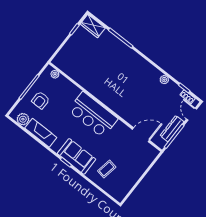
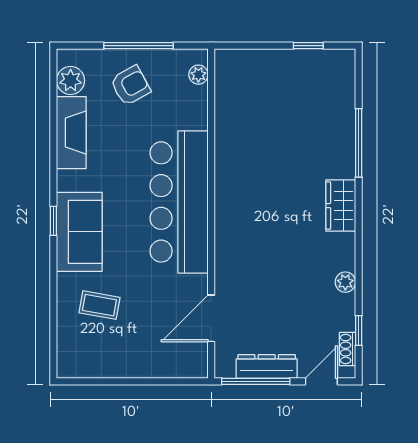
wardrobe: (93, 26) -> (341, 206), moved
armchair: (41, 100) -> (130, 86), turned 151
bar counter: (93, 115) -> (179, 202), width x1.36
door: (141, 135) -> (211, 318), swing flipped

